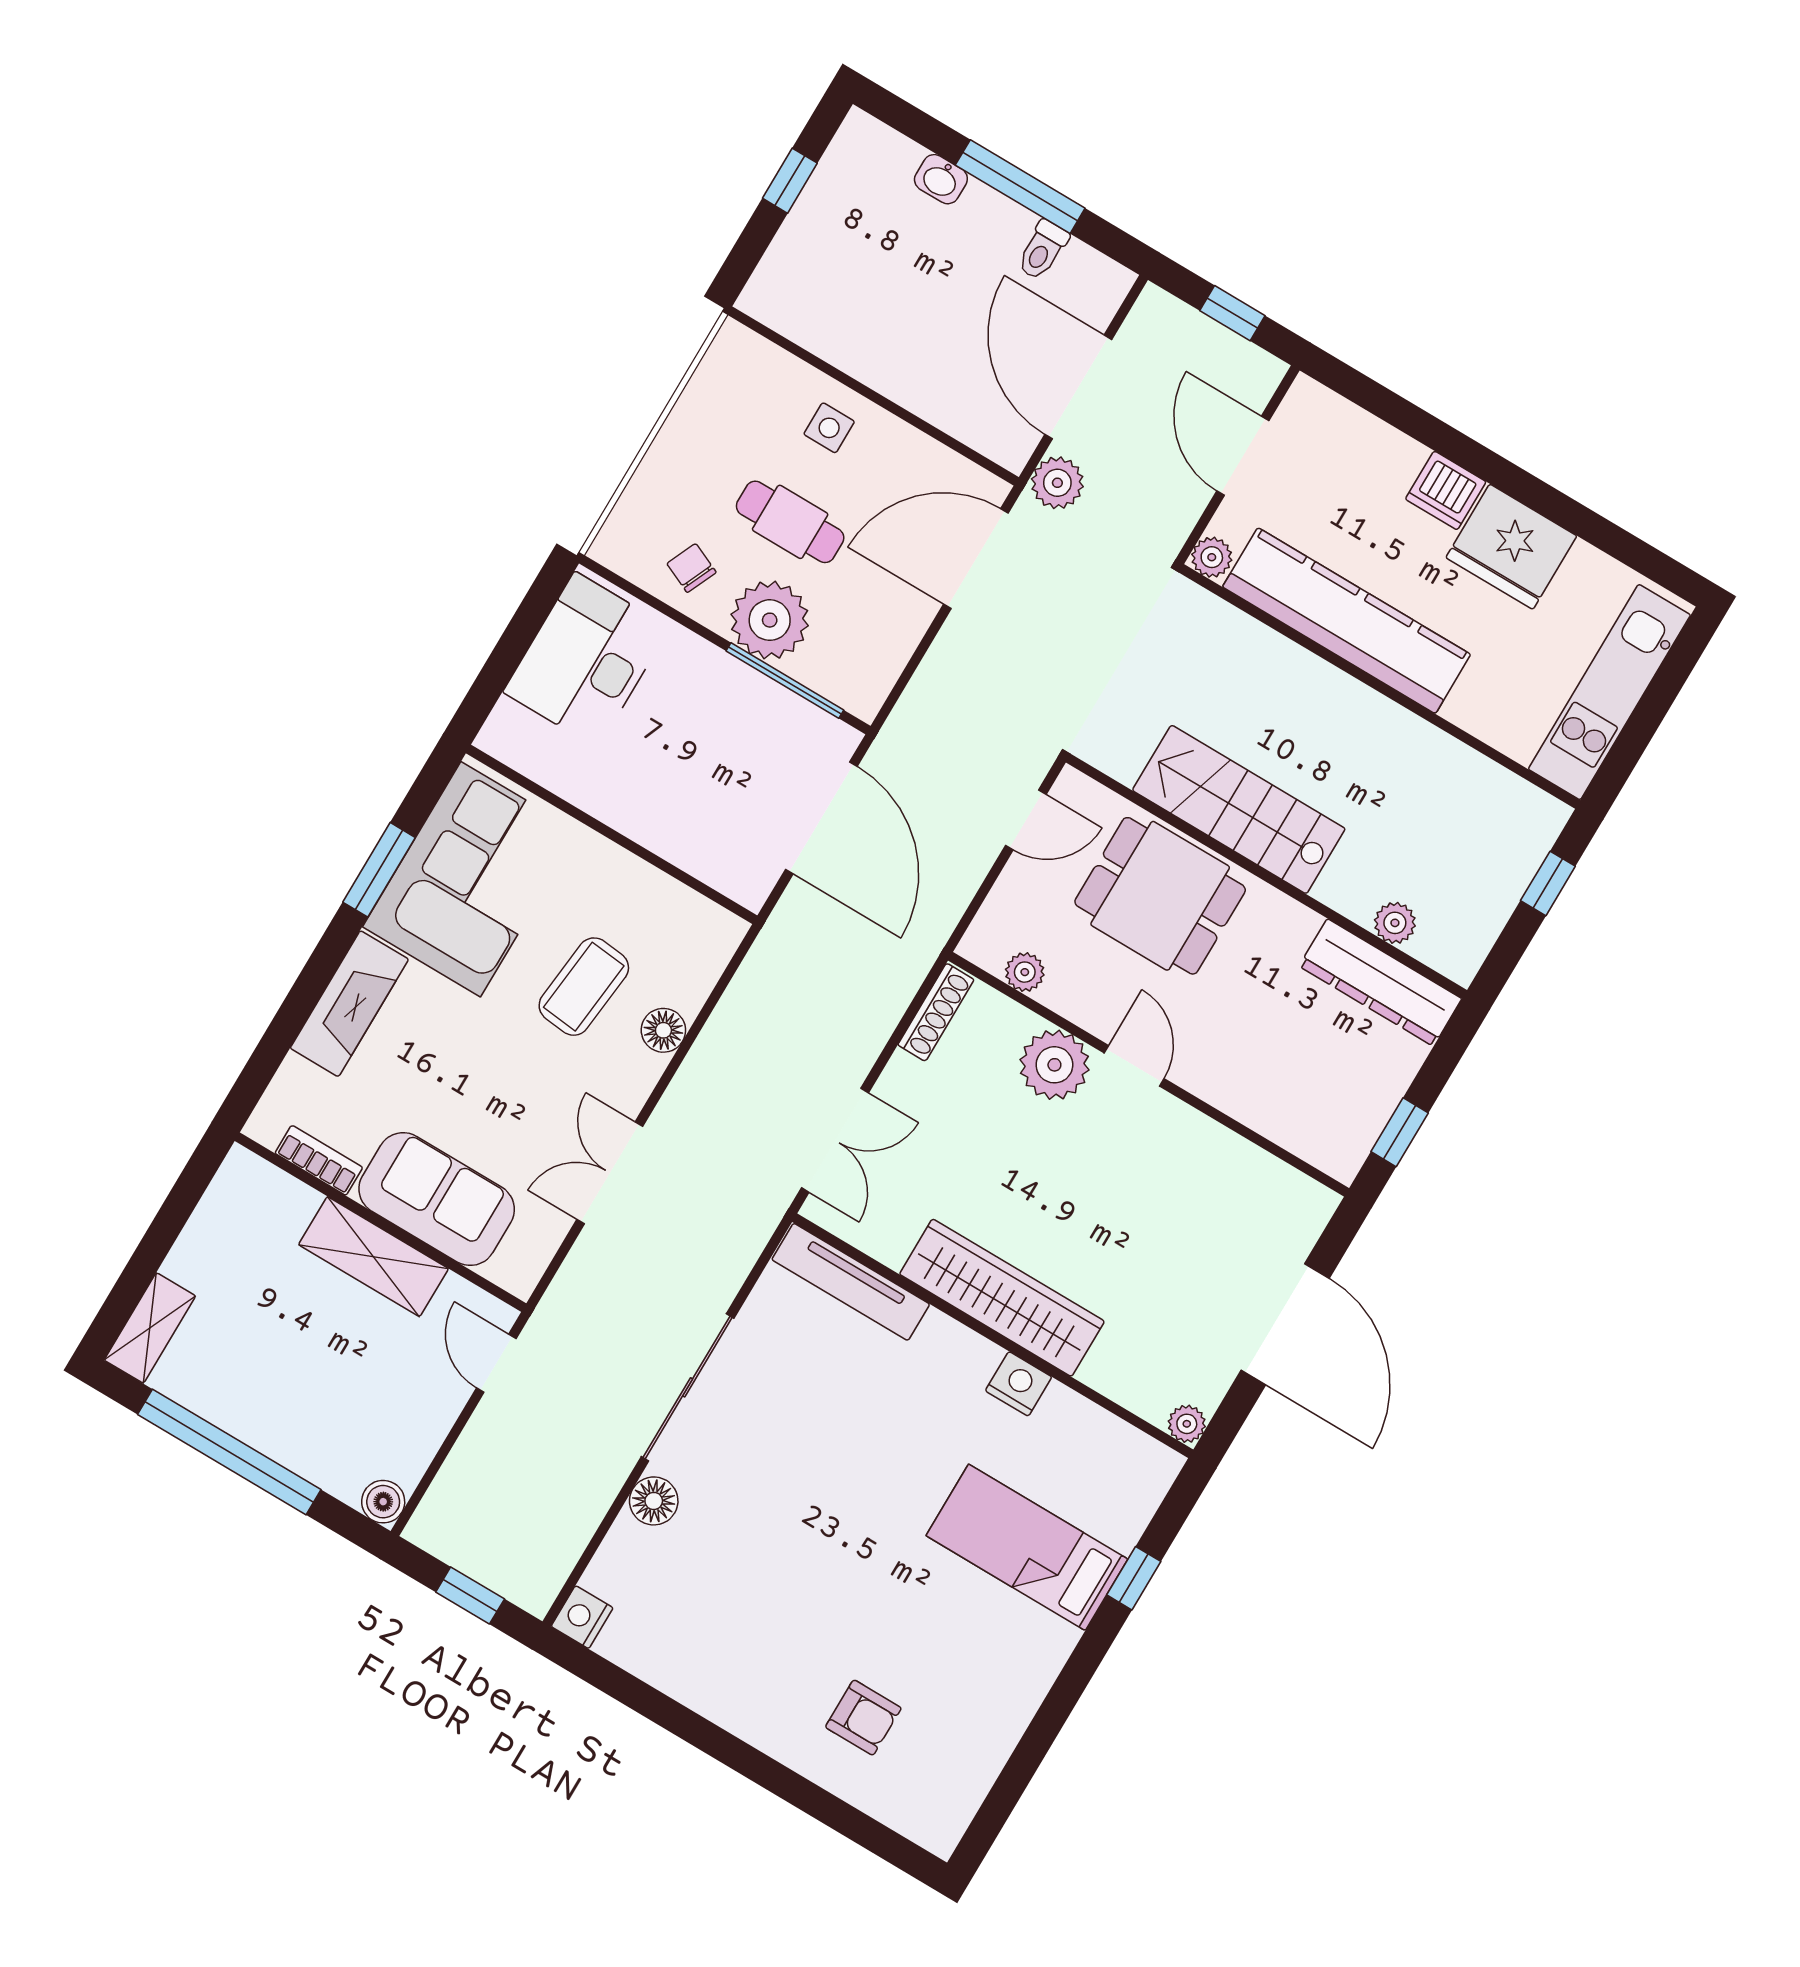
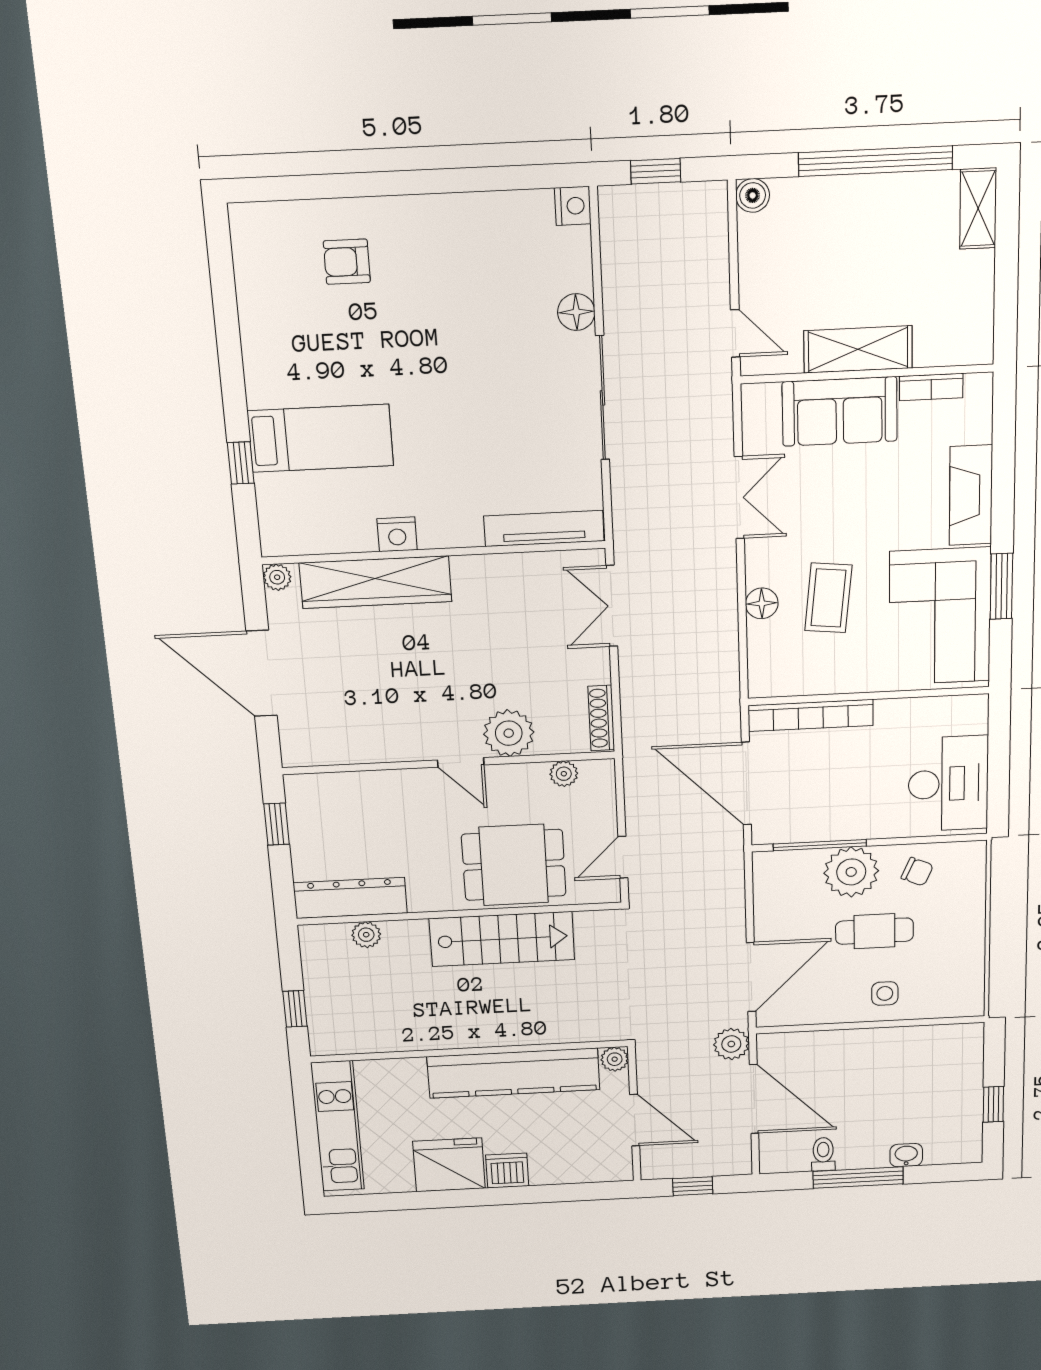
bookcase: (693, 855) -> (811, 715), added
wardrobe: (1002, 1298) -> (376, 582), moved

